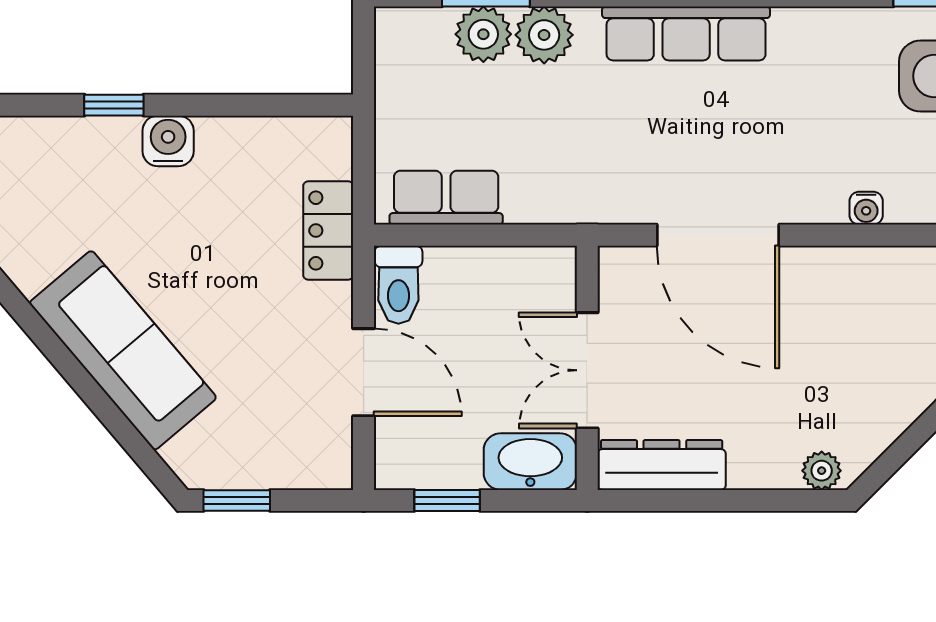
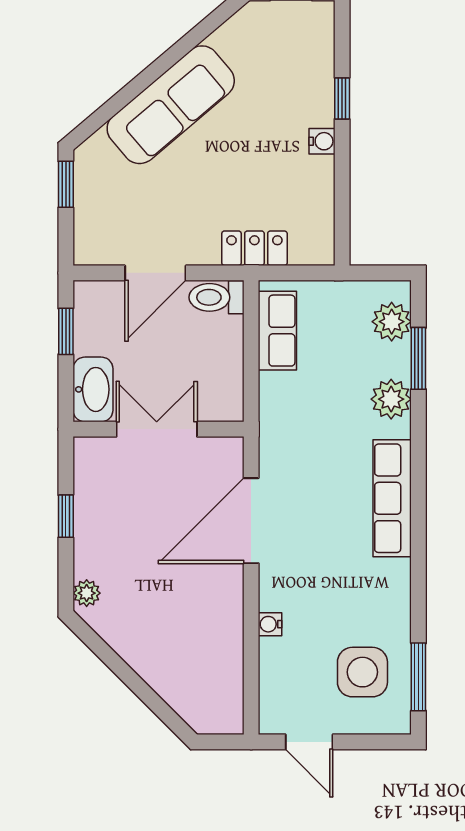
plant: (483, 34) -> (392, 322), moved
water cooler: (168, 141) -> (322, 141), width x0.72, depth x0.72
dresser: (662, 465) -> (91, 481), removed
window: (712, 500) -> (66, 516), added

